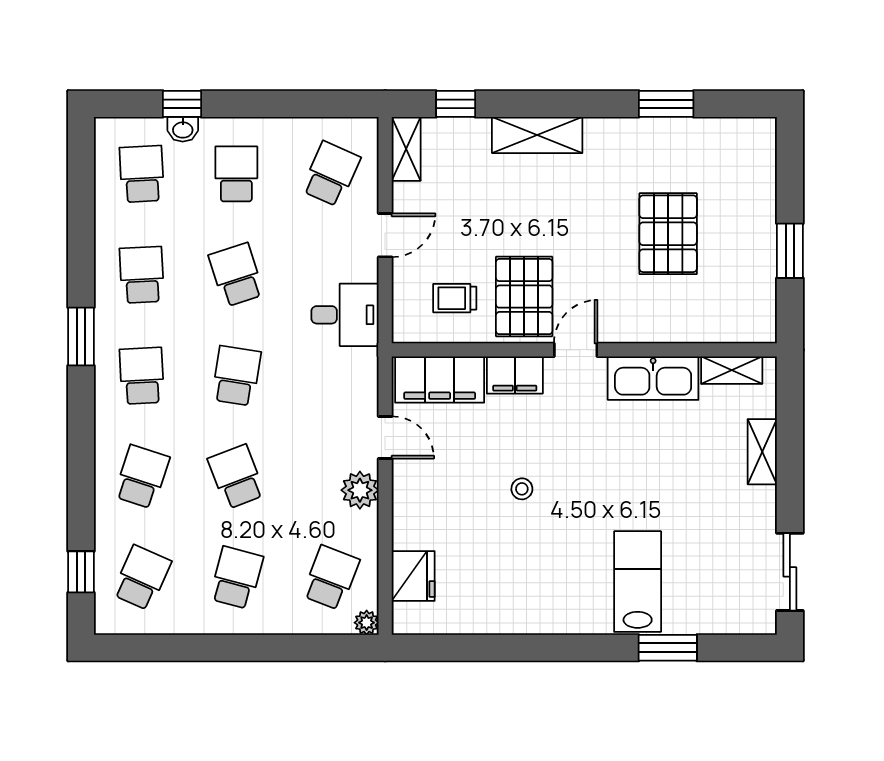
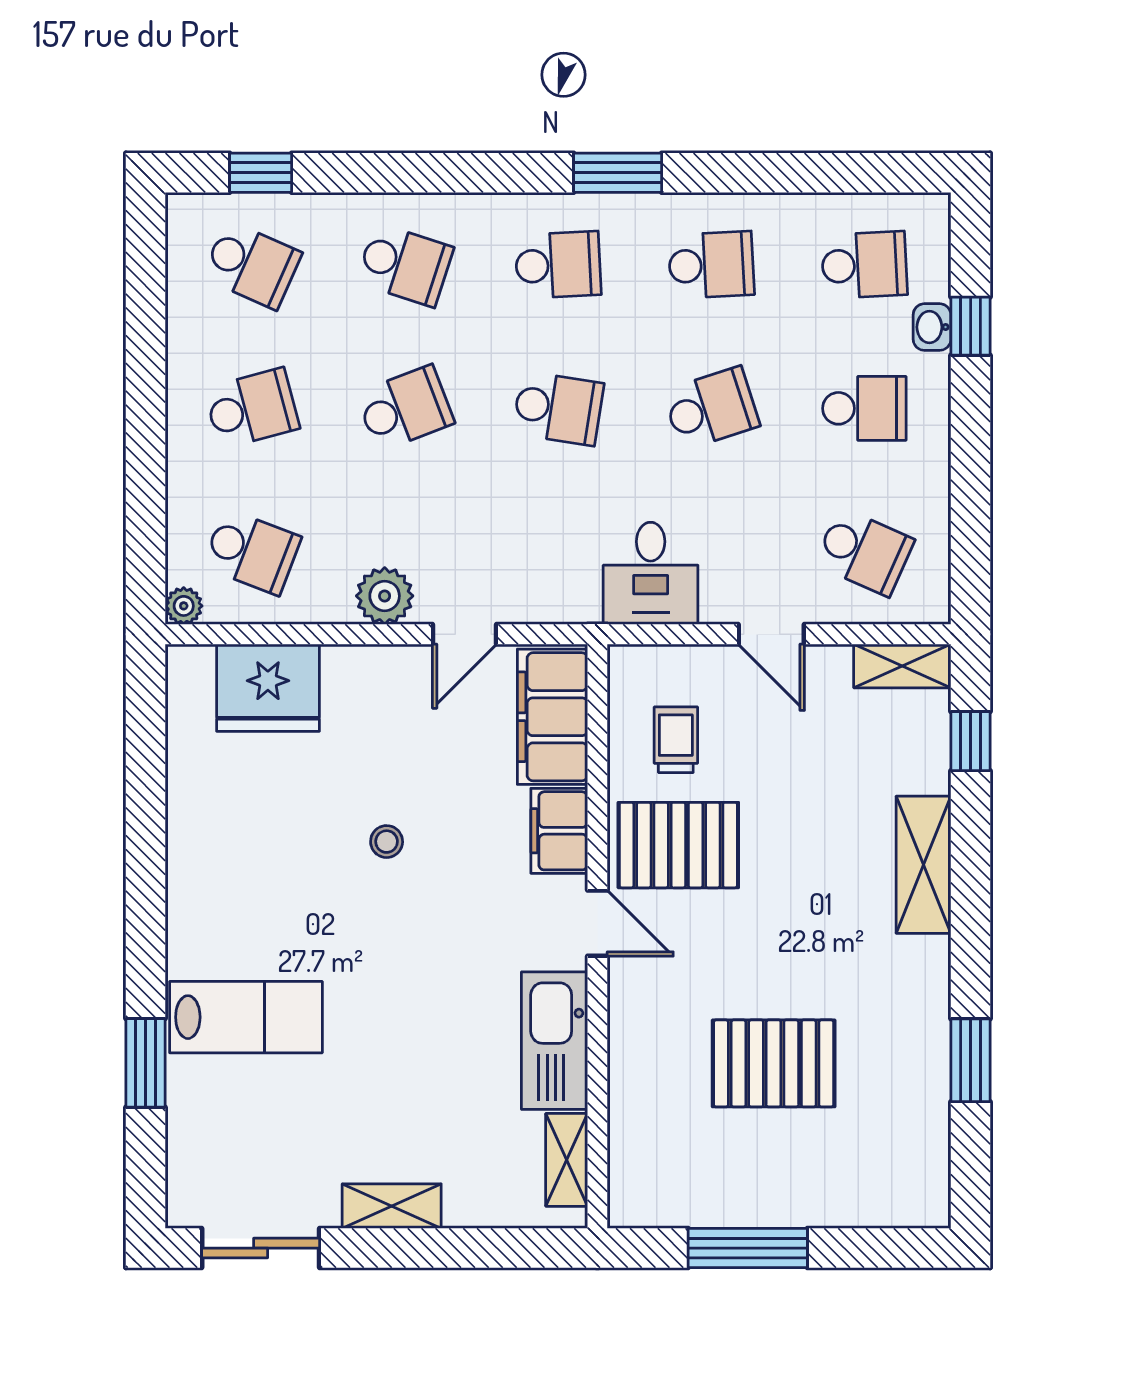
window: (790, 251) -> (748, 1248), width x1.44
shelving: (762, 452) -> (392, 1206), moved
fridge: (413, 576) -> (268, 688), width x1.36, depth x1.34
school desk: (236, 578) -> (252, 408), turned -30

